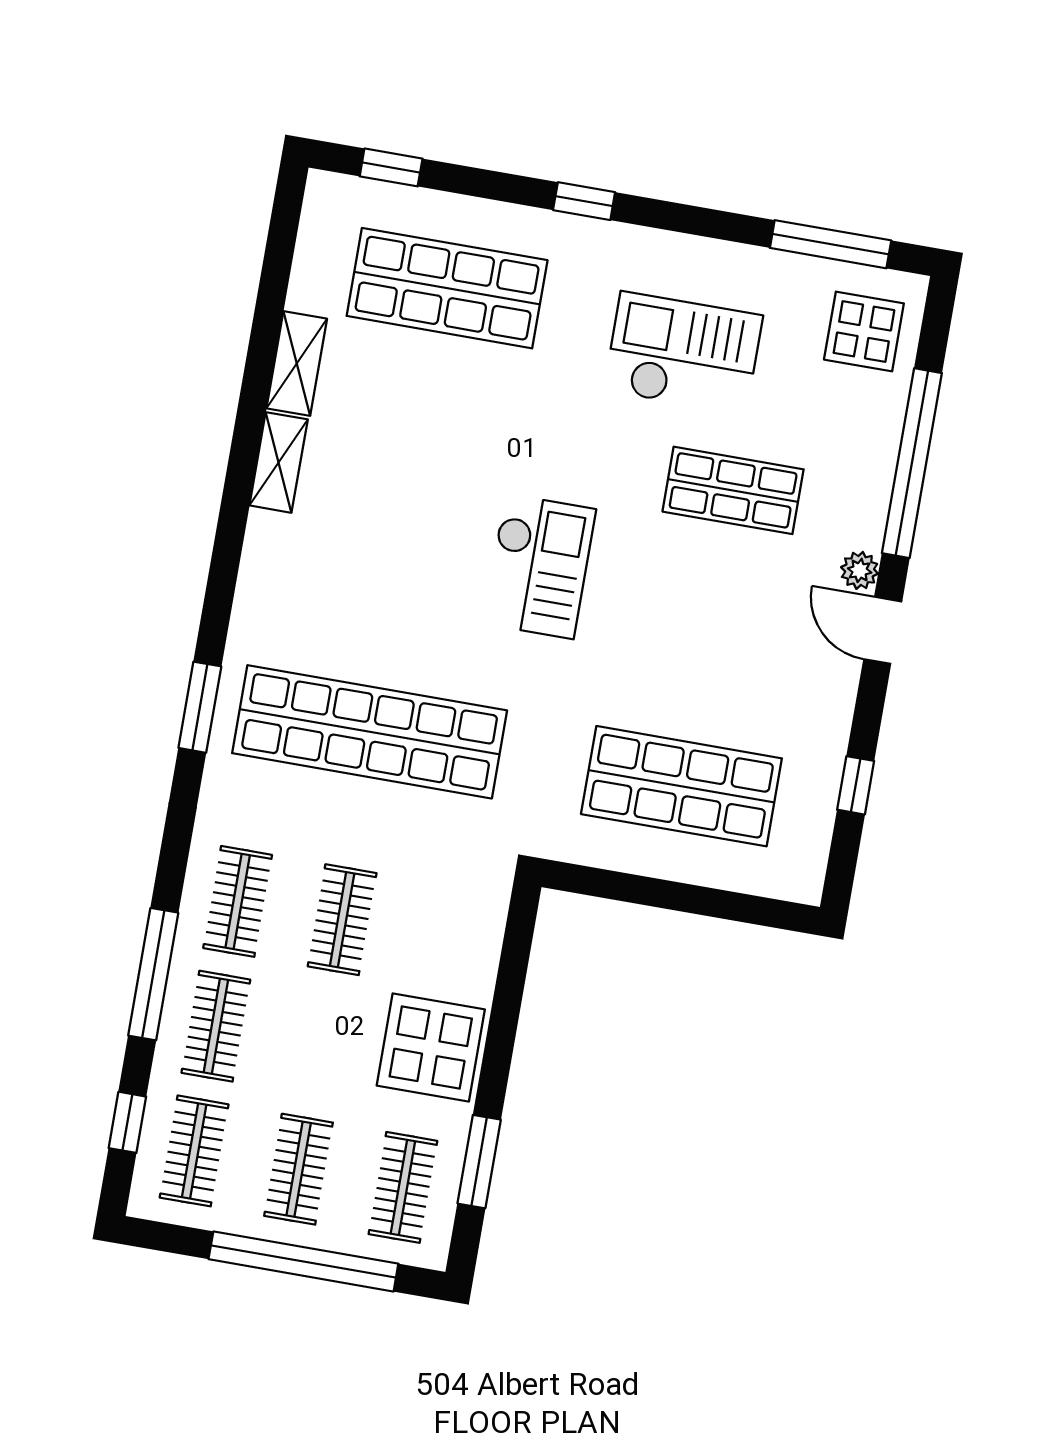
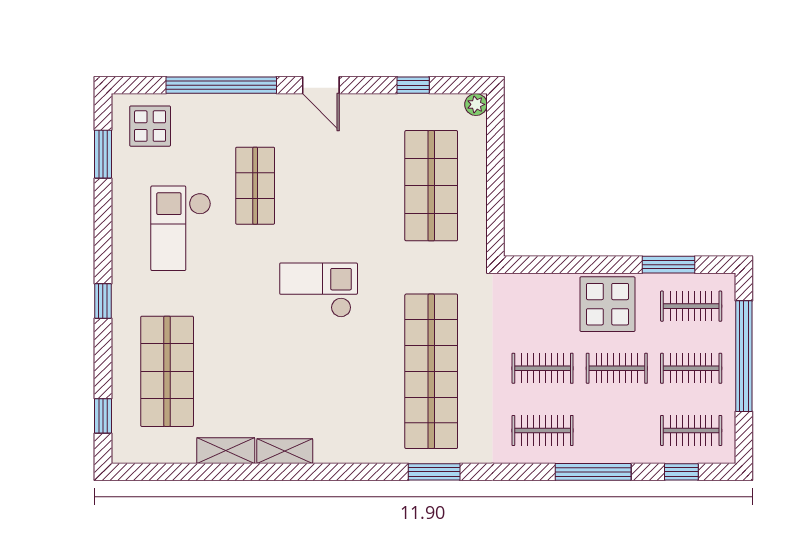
window: (831, 244) -> (103, 154), width x0.69
plant: (860, 570) -> (476, 104), moved
door: (883, 630) -> (321, 85), hinge flipped
clothes rail: (216, 1026) -> (617, 368), moved

